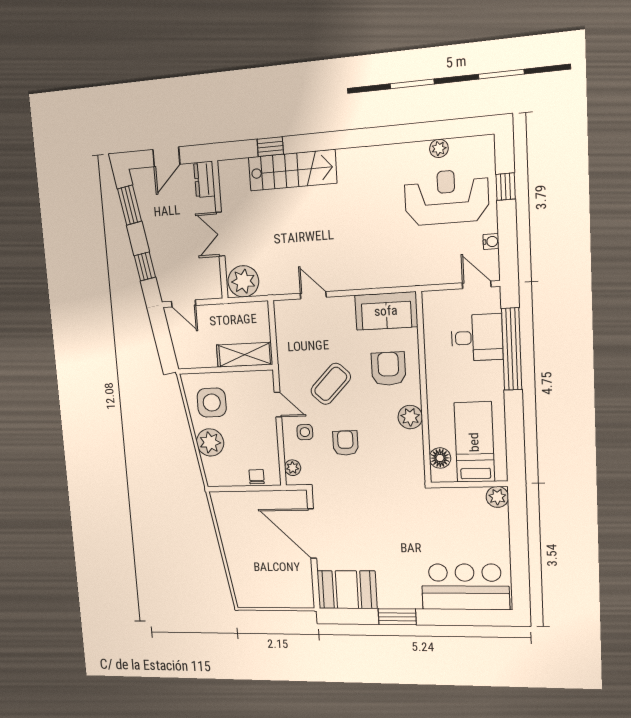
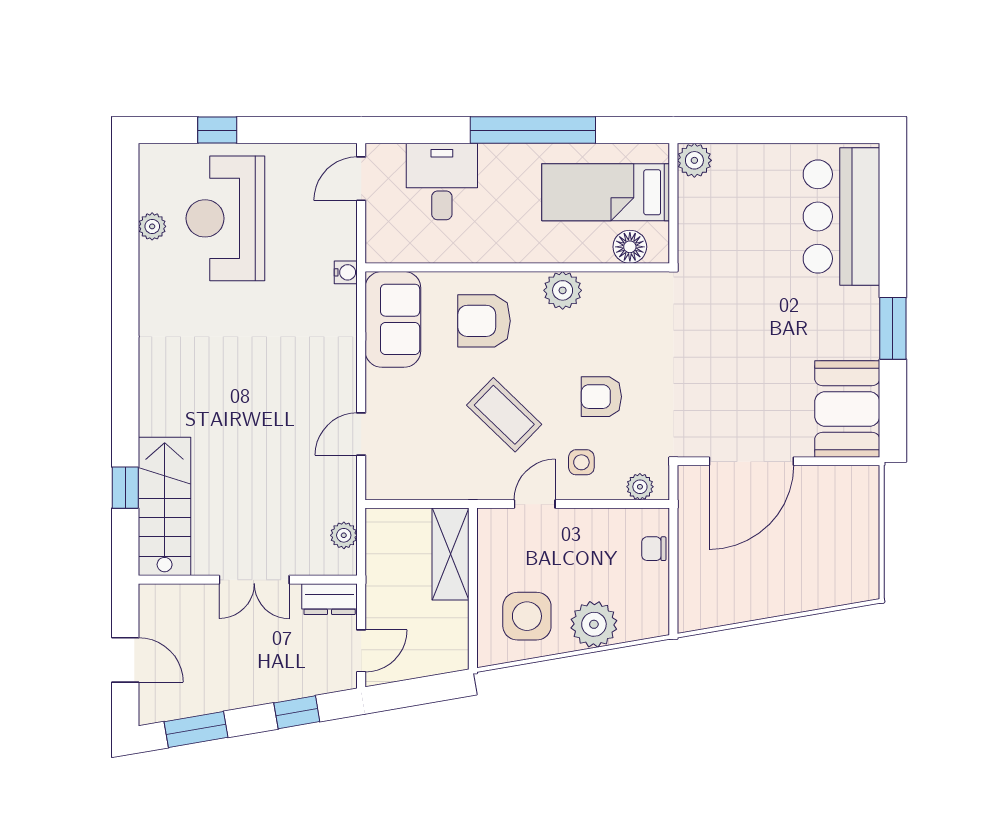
stairs: (292, 170) -> (165, 506), moved
dresser: (204, 179) -> (330, 599), moved
water cooler: (491, 242) -> (346, 272), moved, turned 90
plant: (243, 281) -> (344, 535), width x0.53, depth x0.53
window: (512, 349) -> (533, 130), moved

